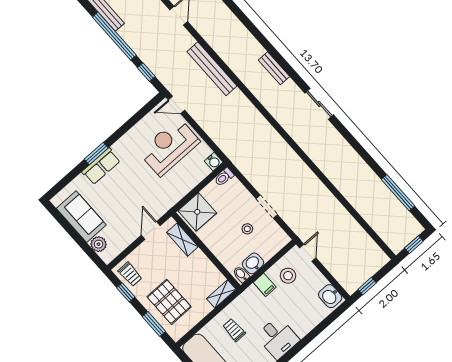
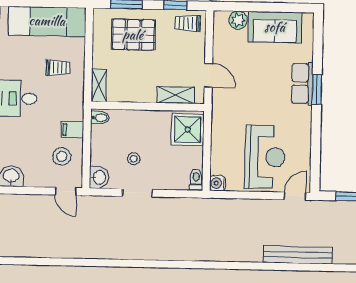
washbasin: (253, 263) -> (99, 177), moved

